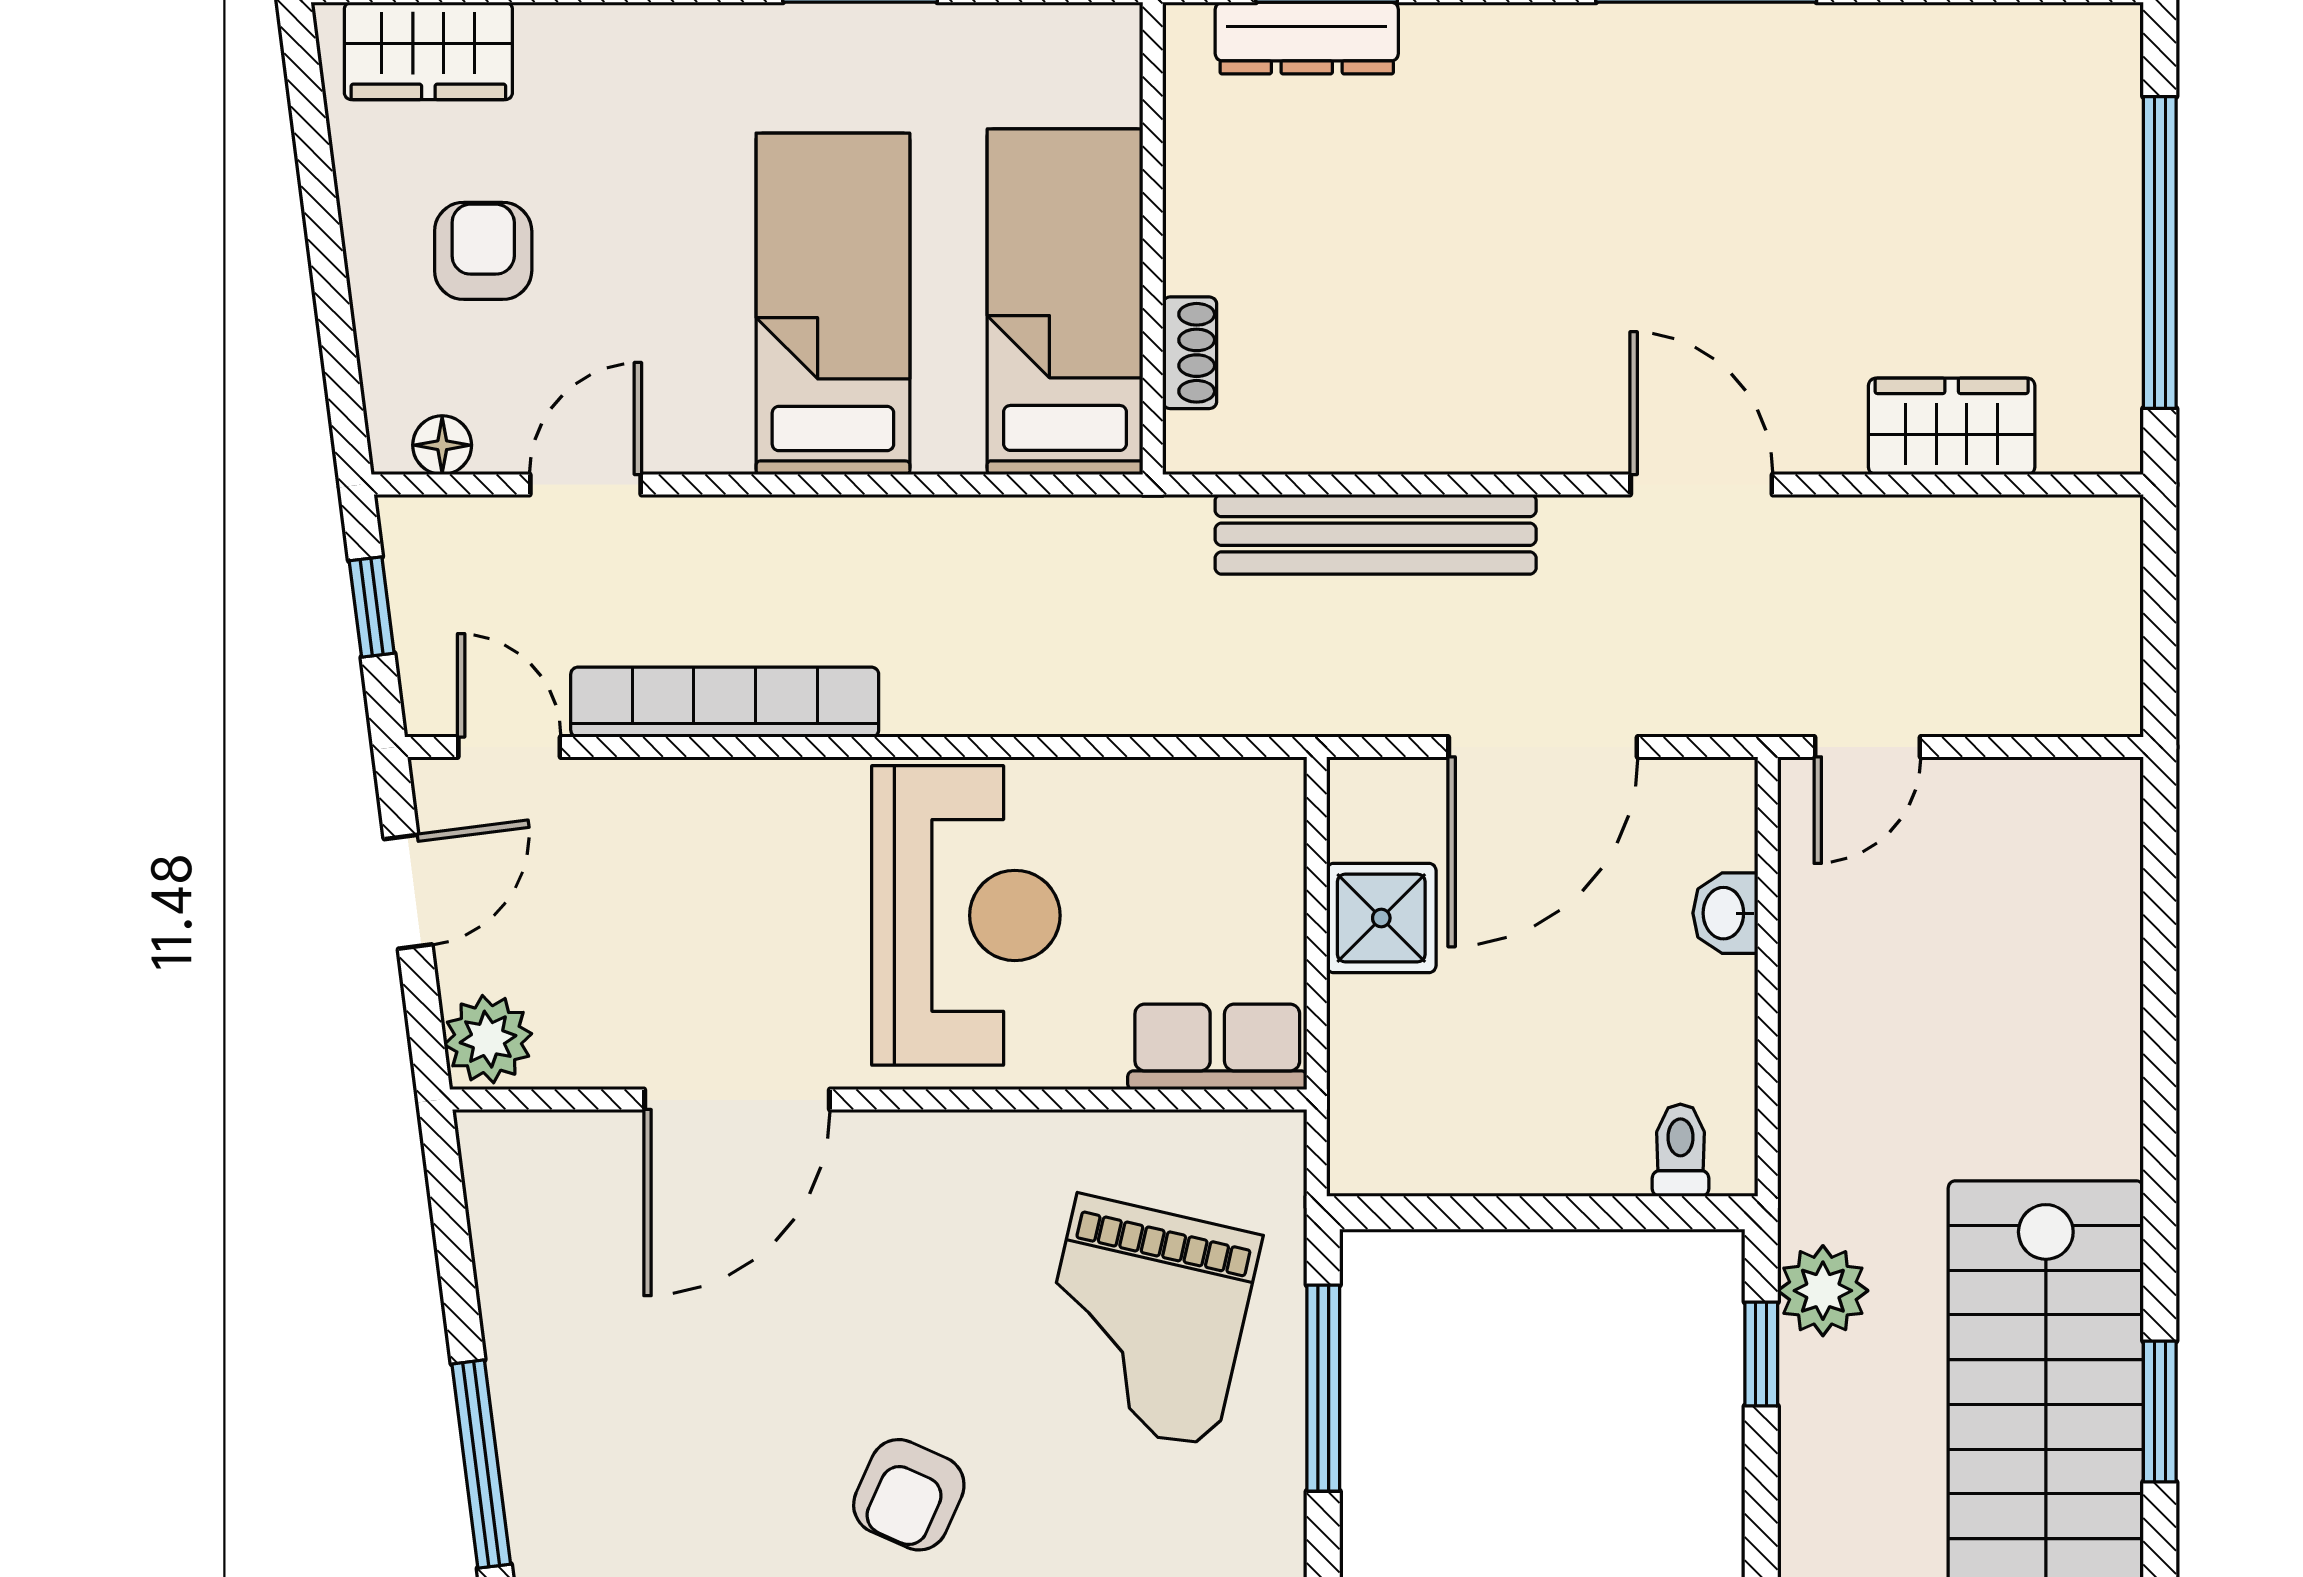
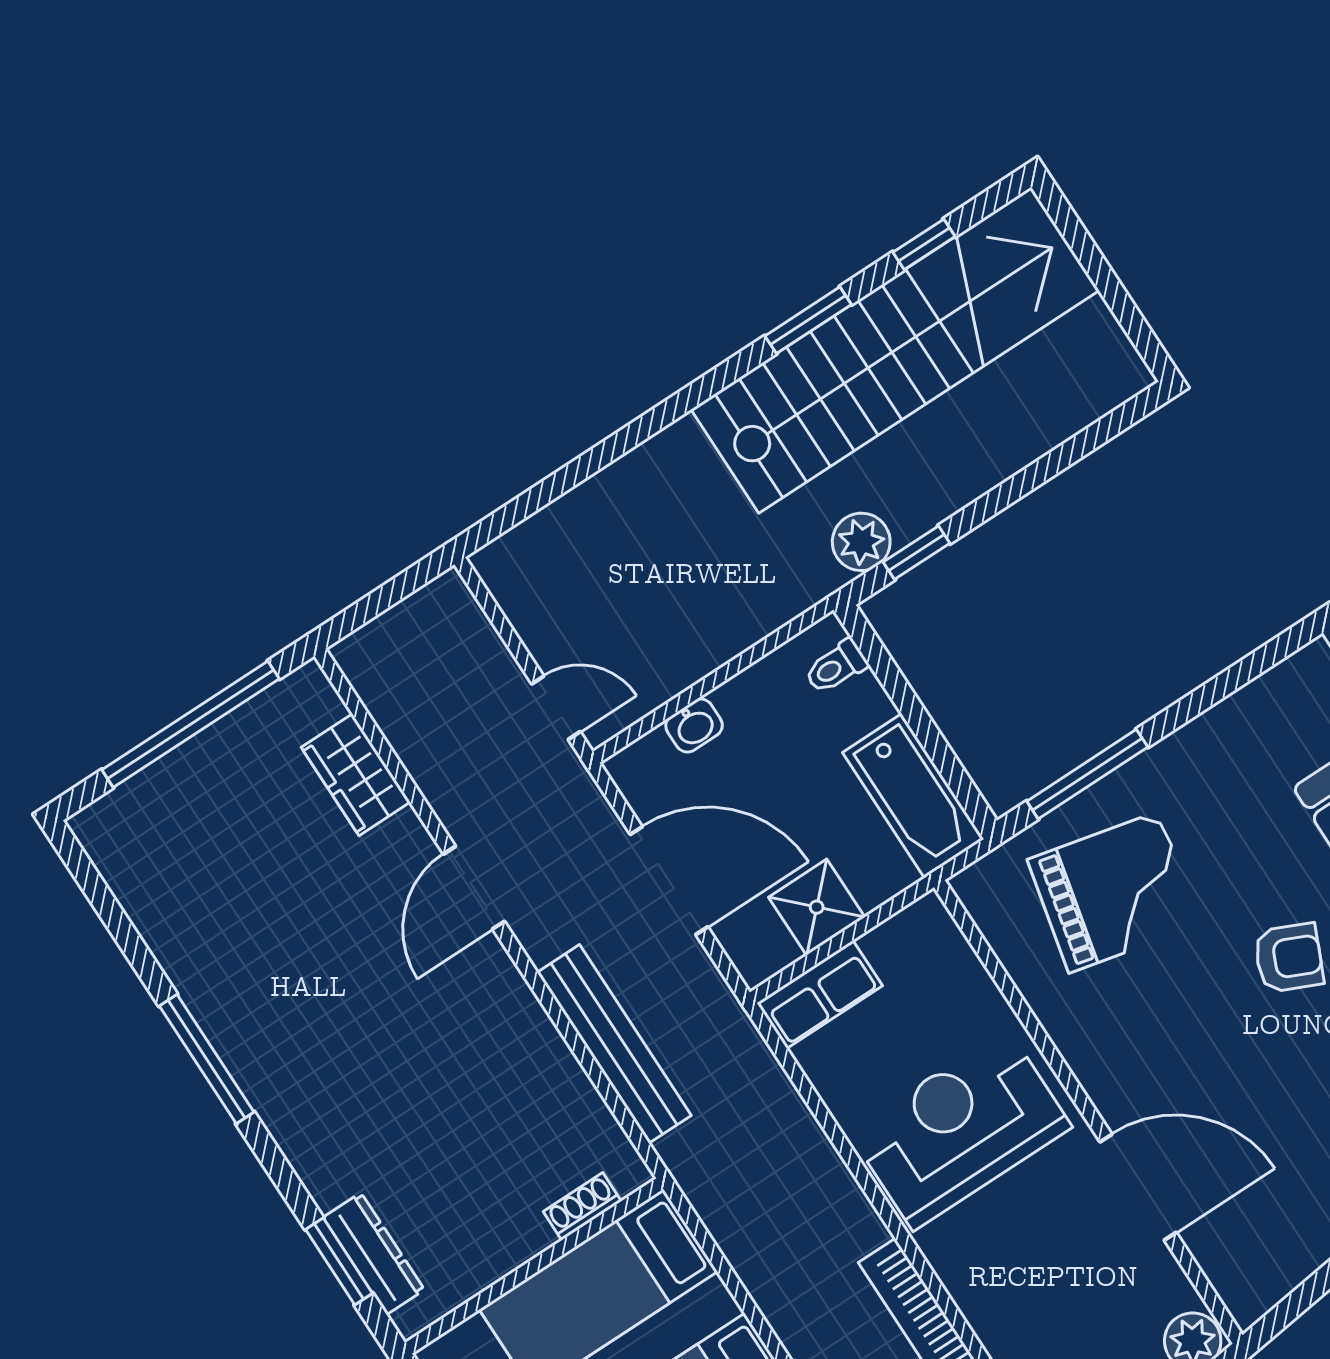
row of seats: (1217, 1047) -> (820, 994), moved, turned -90
bathtub: (1445, 1141) -> (913, 796), added

